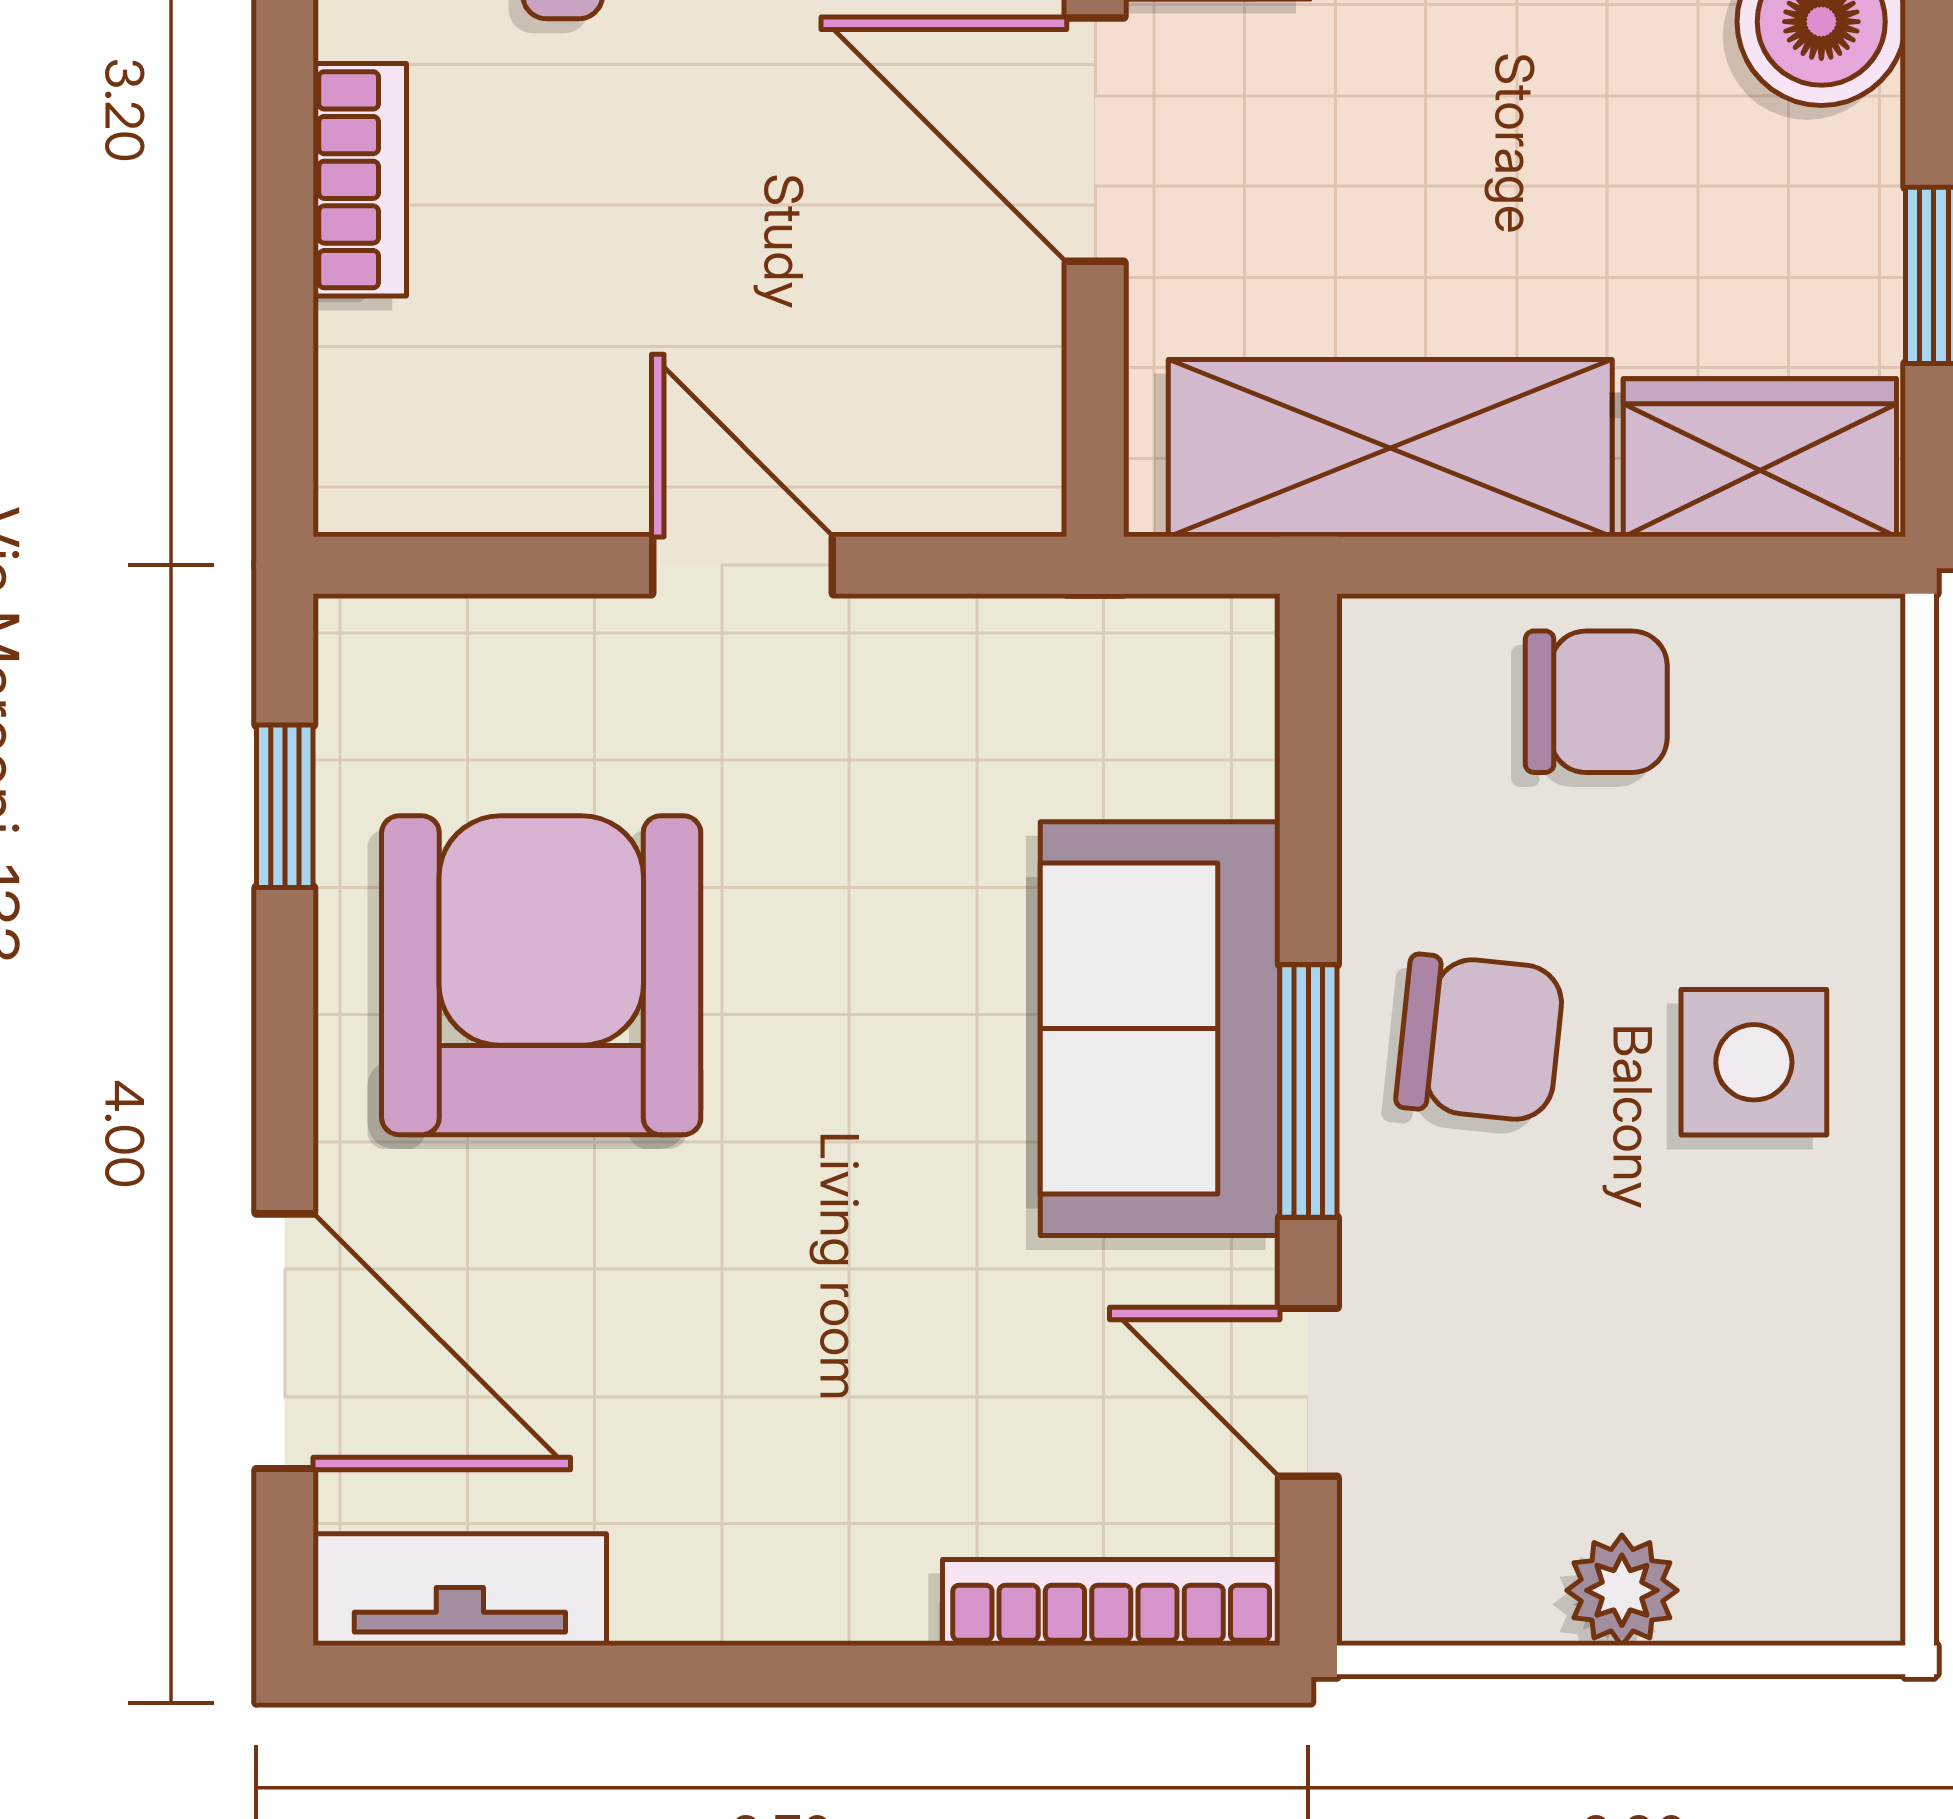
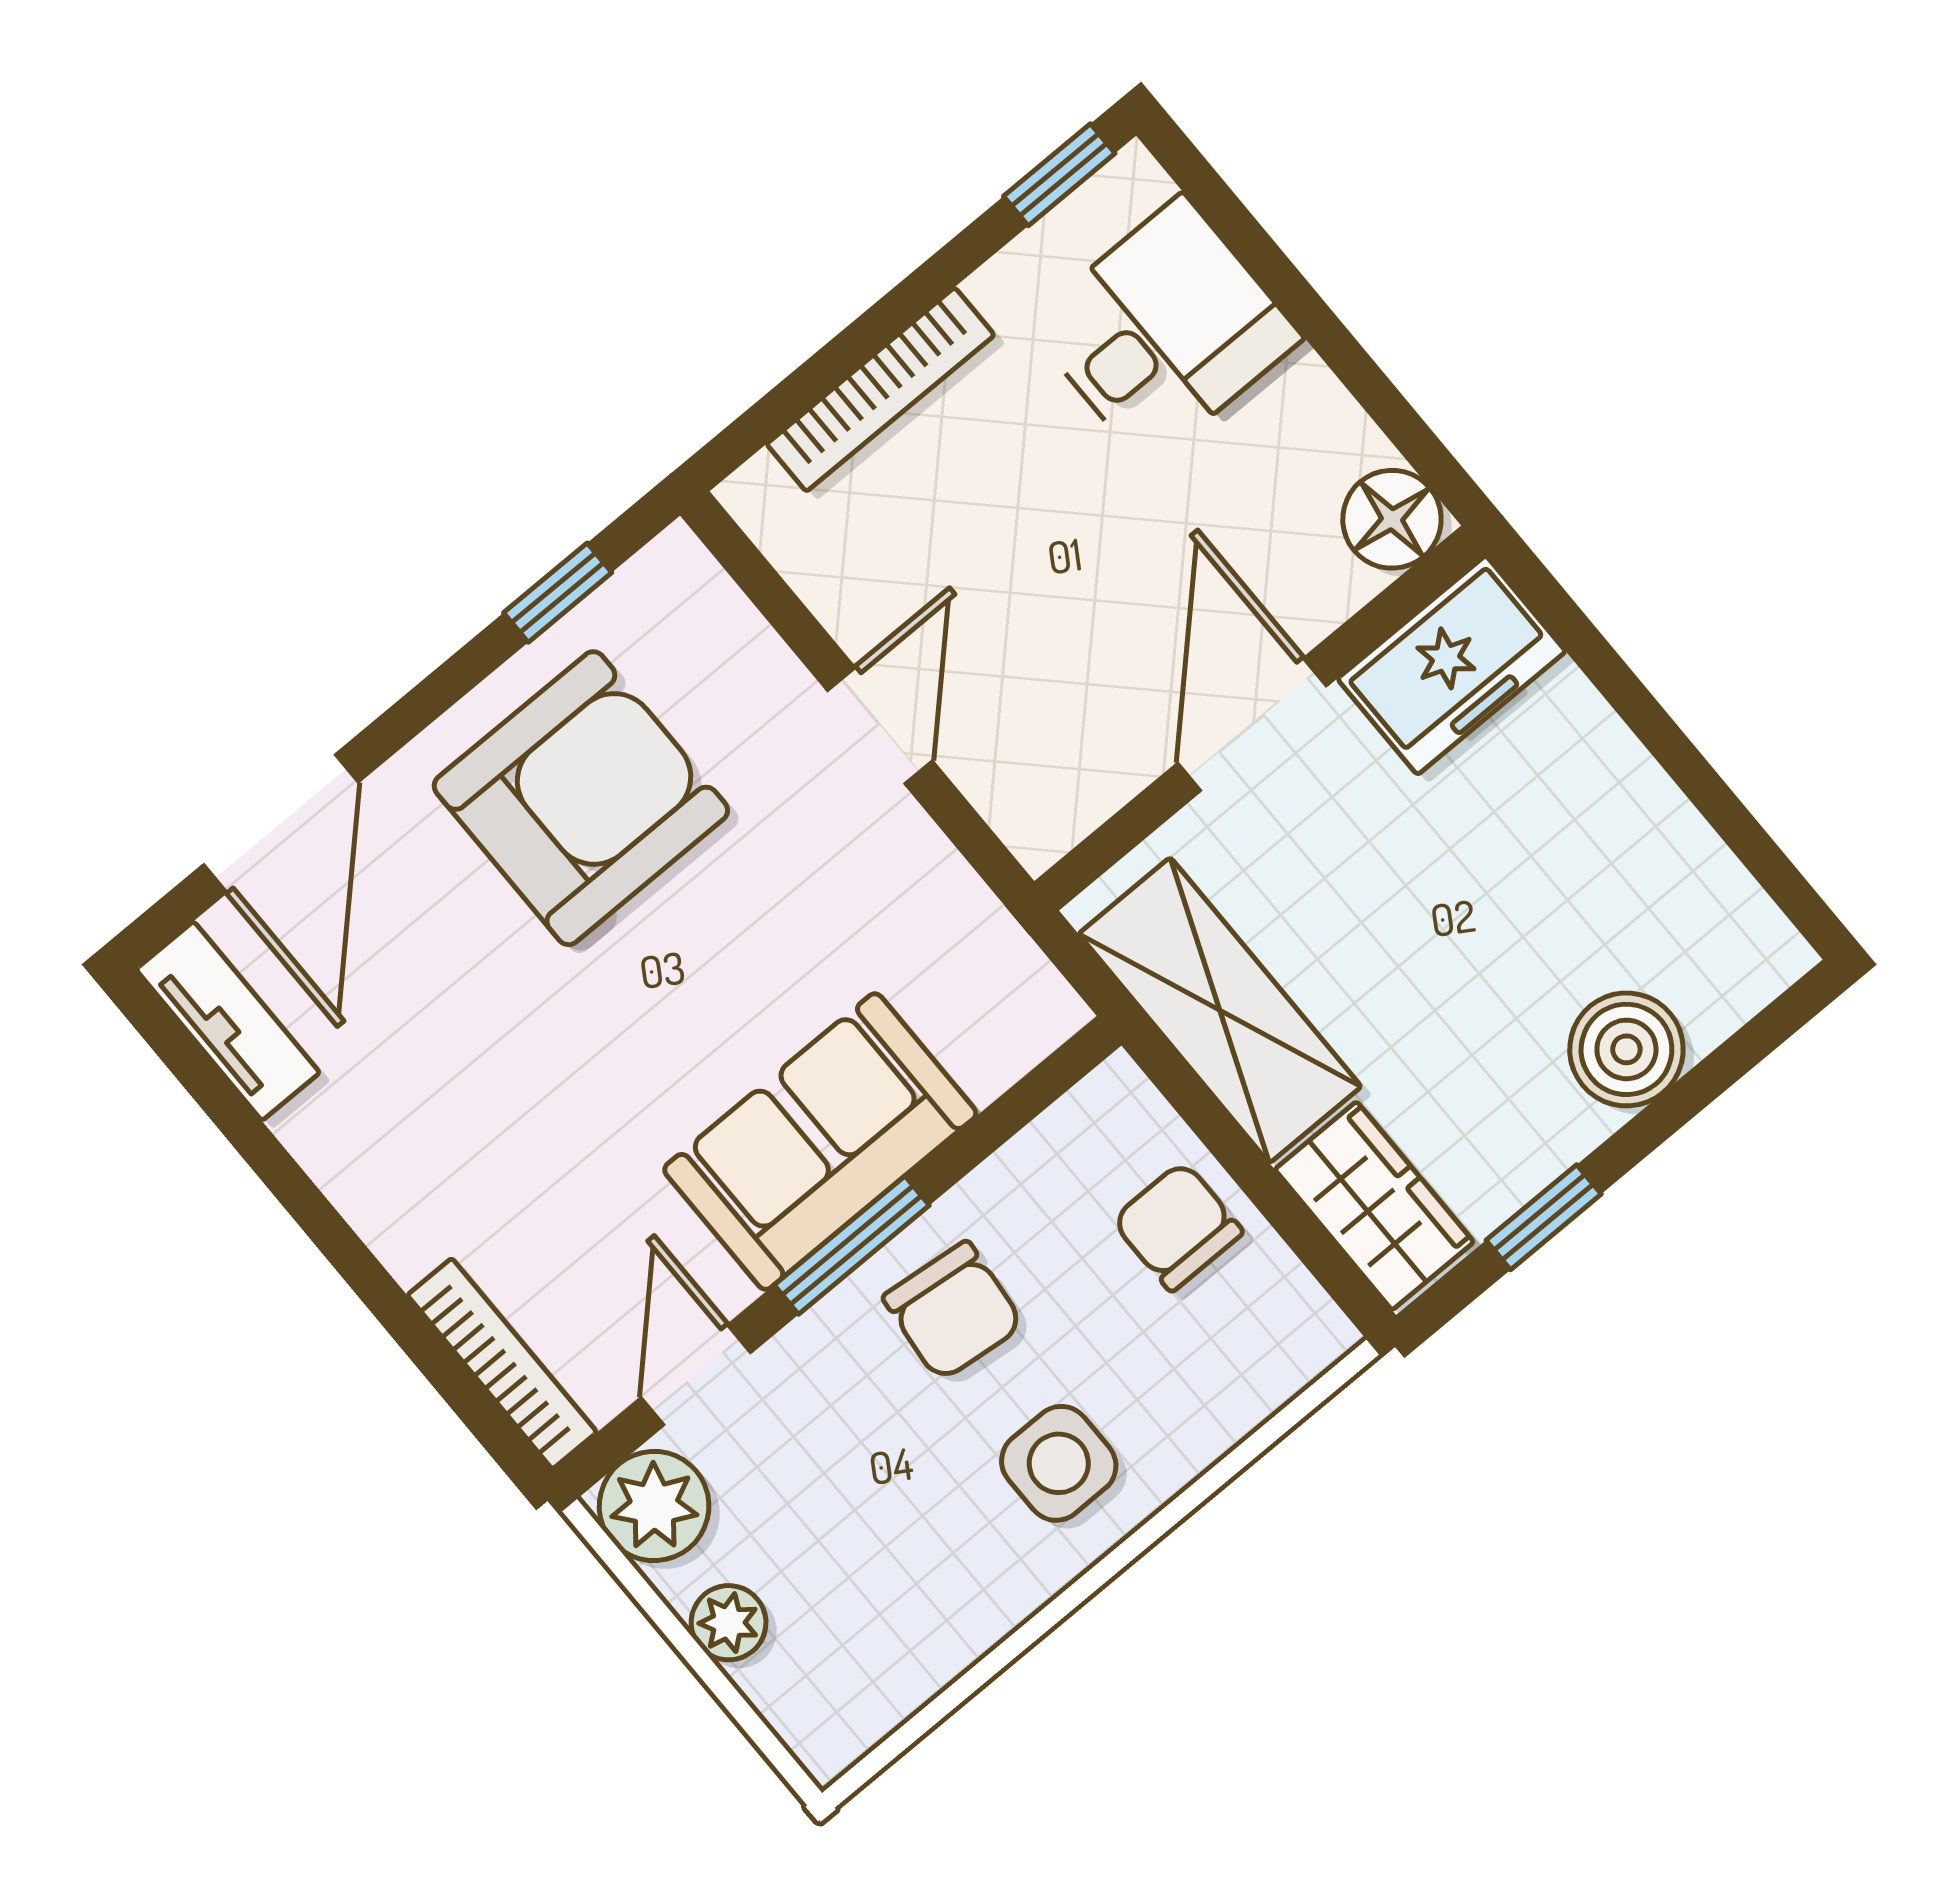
bookcase: (360, 180) -> (880, 390), width x1.56
chair: (1596, 702) -> (1177, 1226), turned 180
plant: (1418, 1564) -> (654, 1506), added

